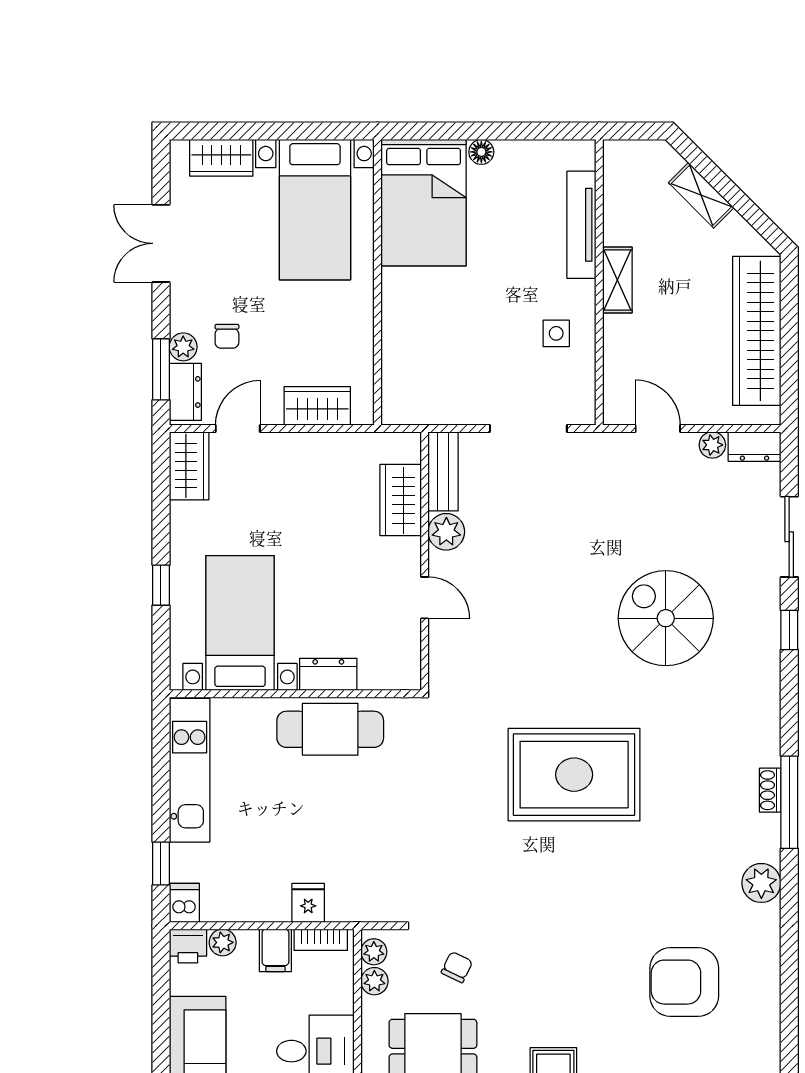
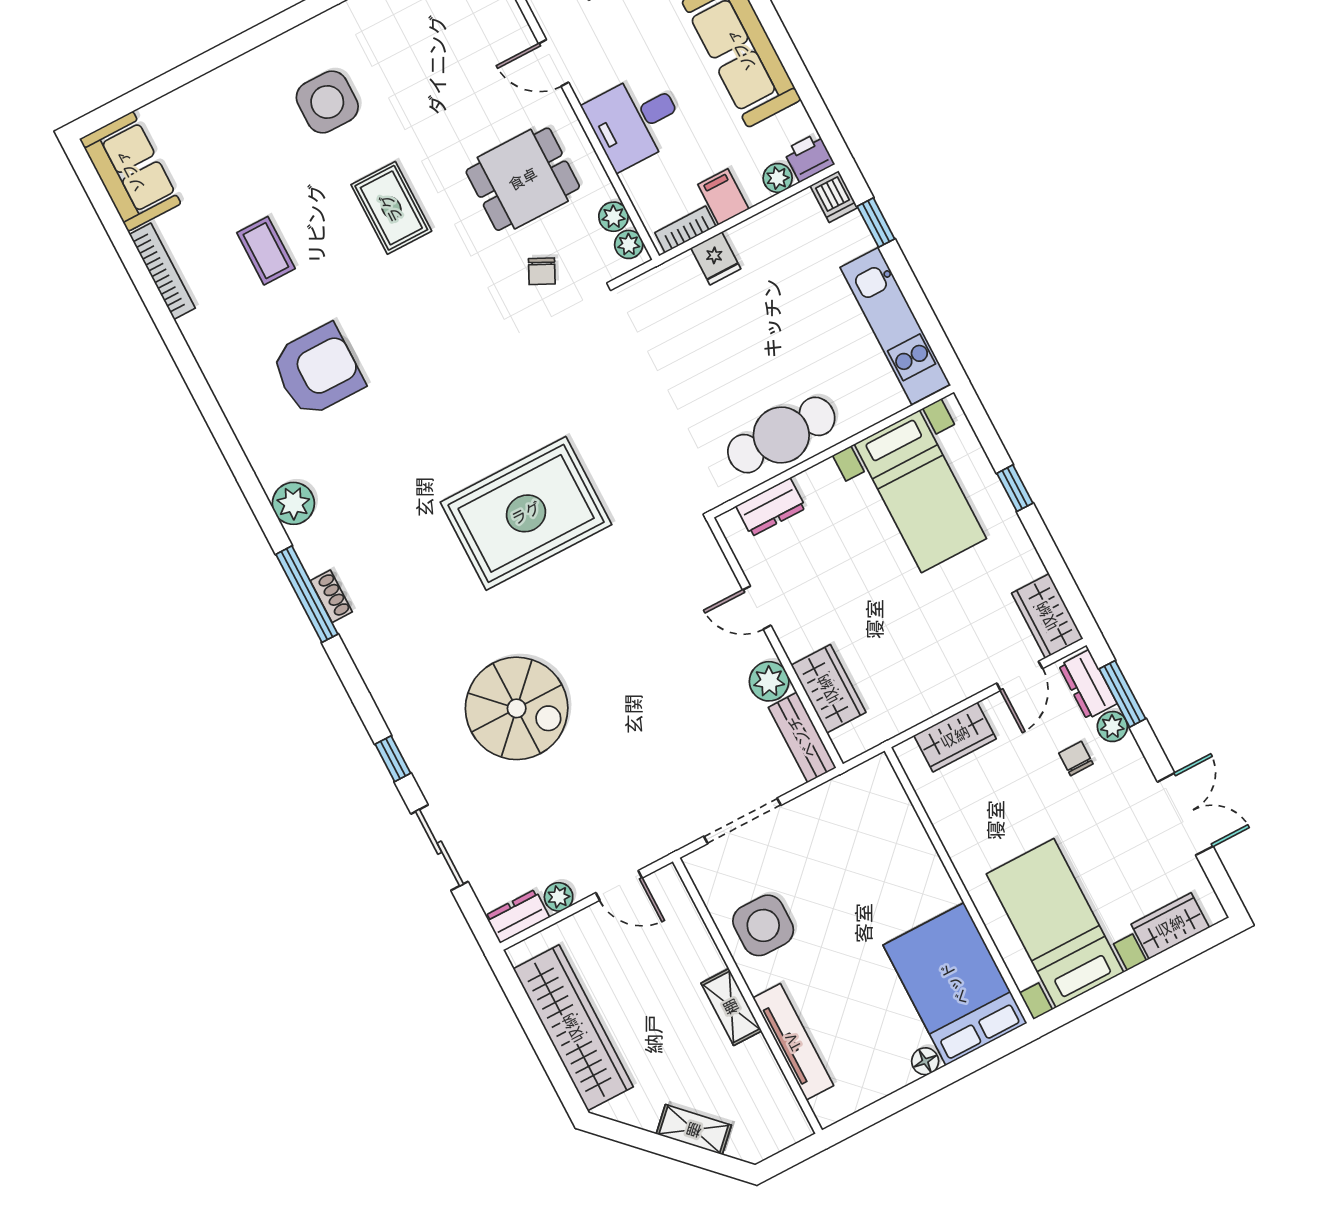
side table: (556, 333) -> (763, 925), width x1.87, depth x1.87
dresser: (328, 674) -> (771, 507), moved

